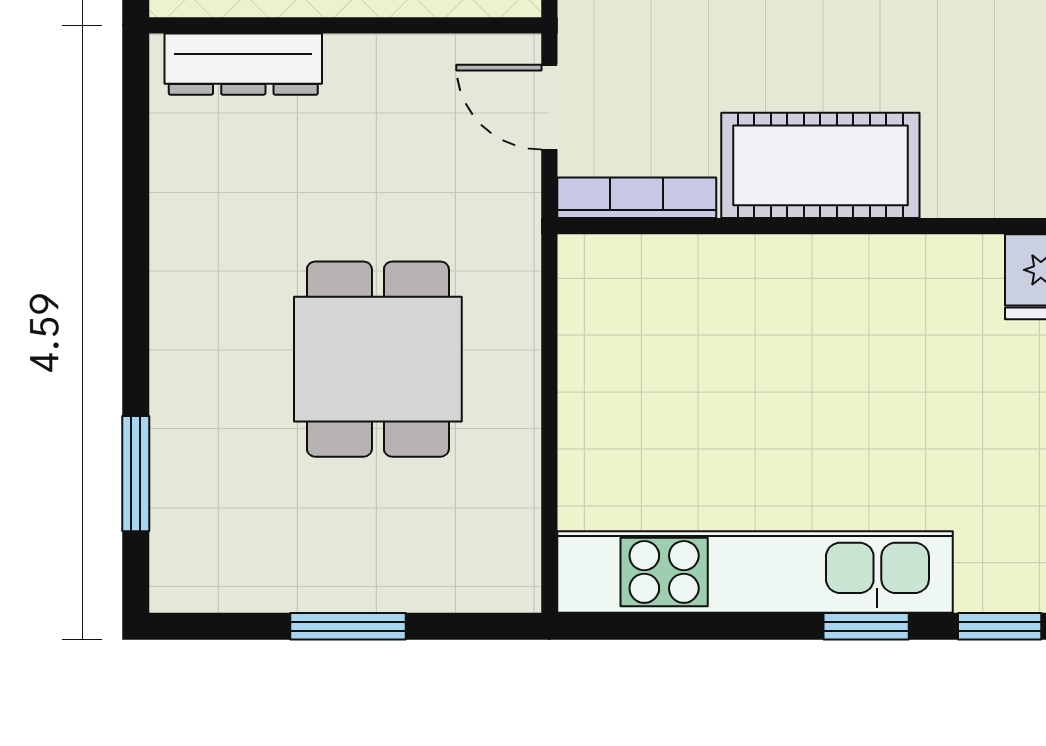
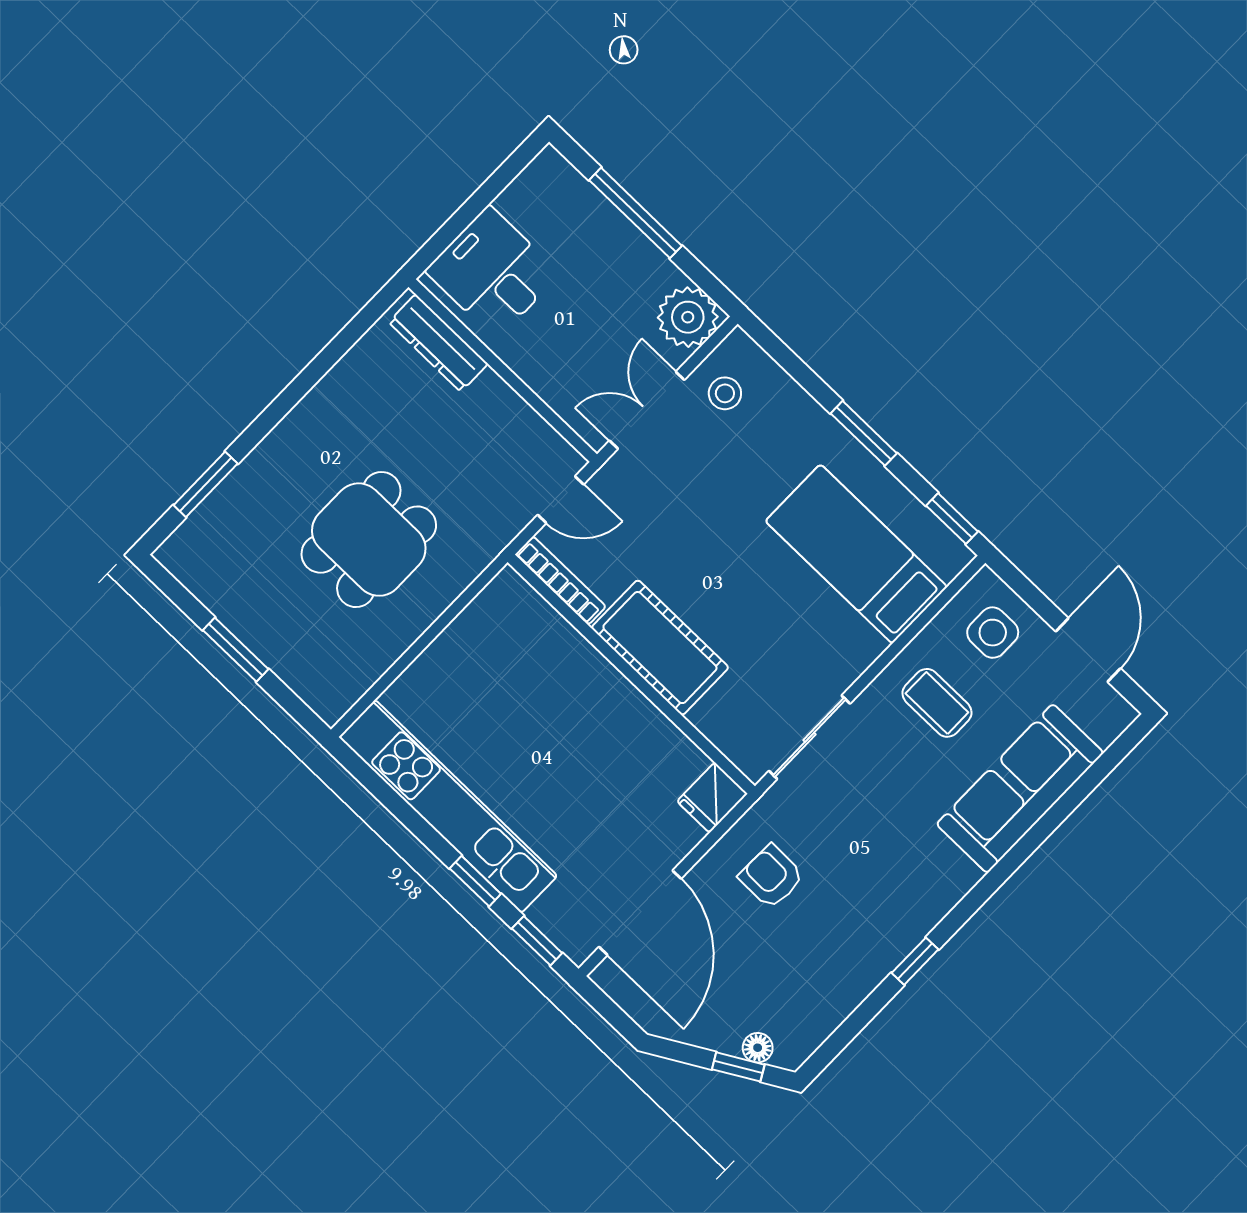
door: (549, 107) -> (561, 500), swing flipped

